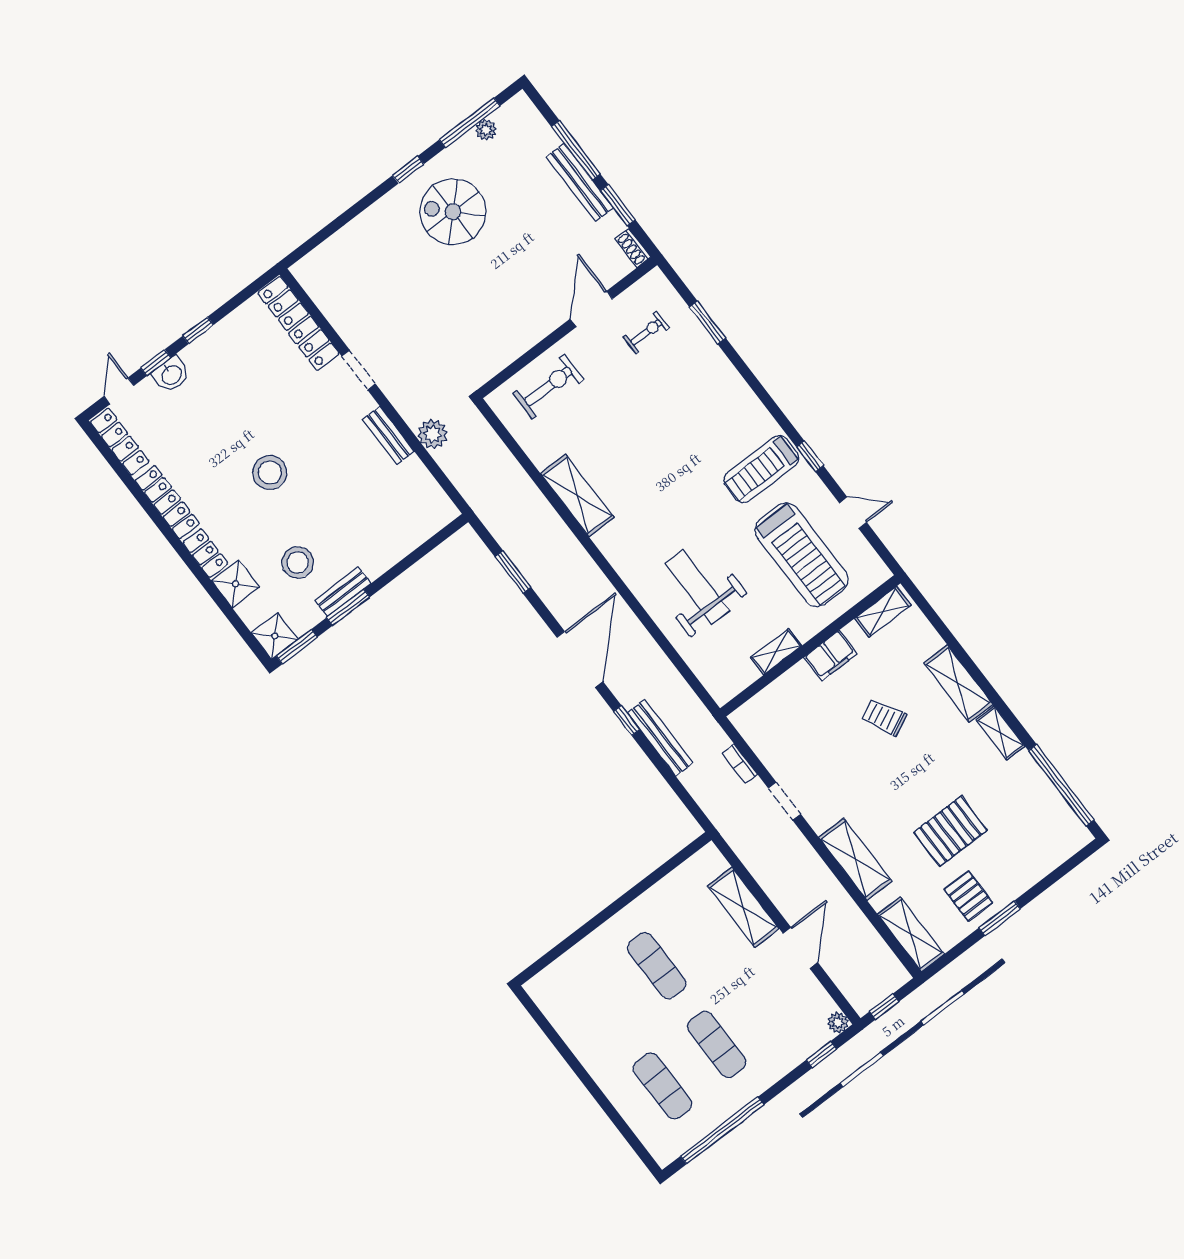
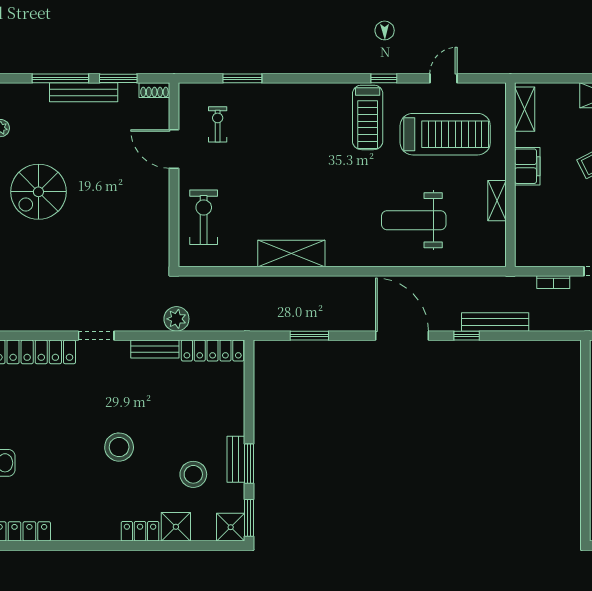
locker: (167, 502) -> (213, 350), moved, turned 180

